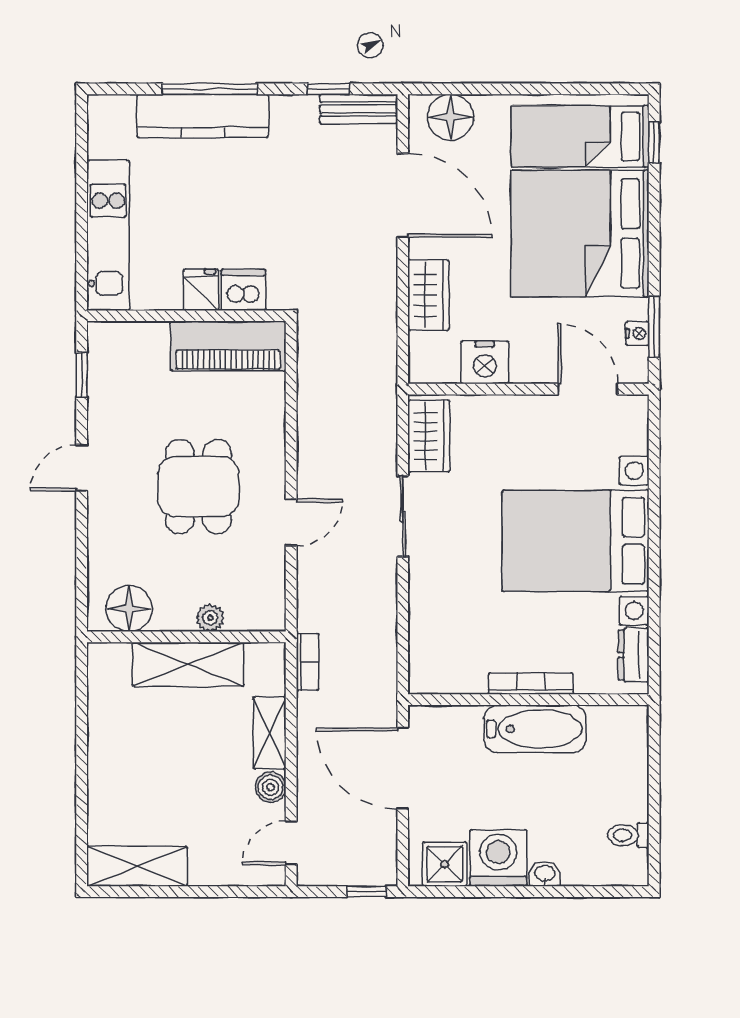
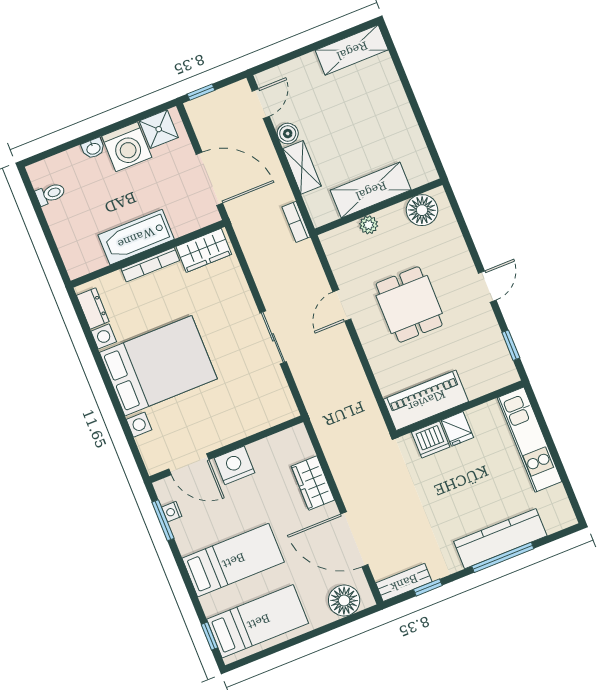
bed: (580, 233) -> (233, 560), width x0.49
nightstand: (485, 362) -> (234, 465), moved
wardrobe: (429, 436) -> (204, 250), moved, turned -90

